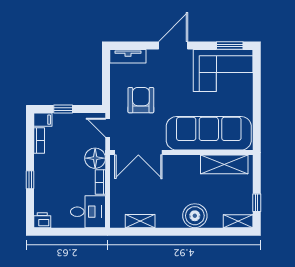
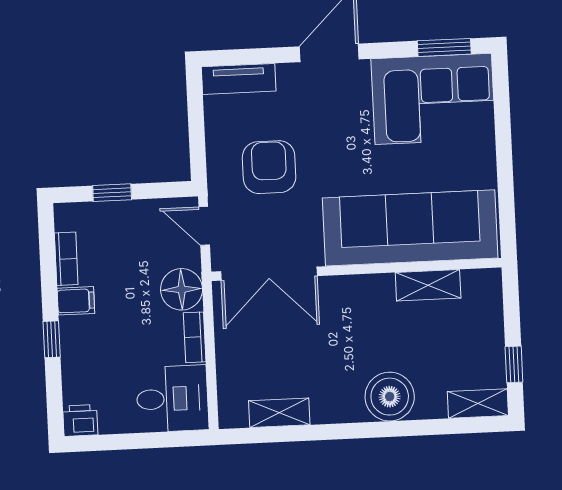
filing cabinet: (43, 120) -> (76, 301), moved
shelving: (224, 164) -> (428, 285), width x0.67, depth x0.75

